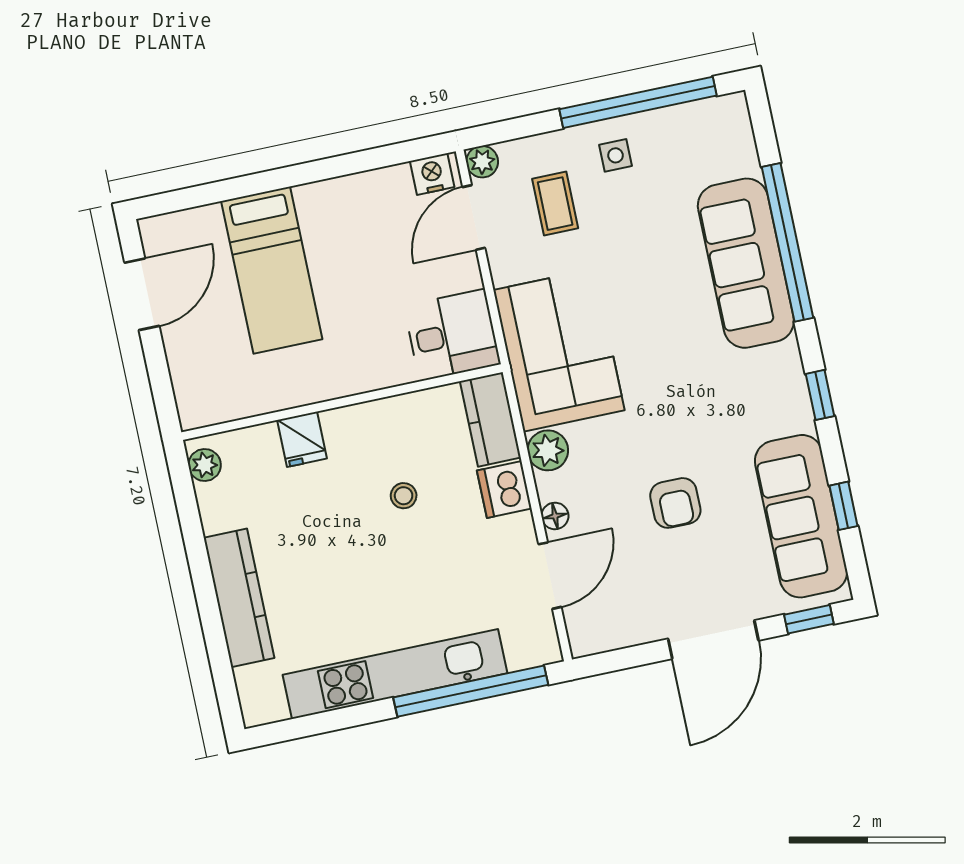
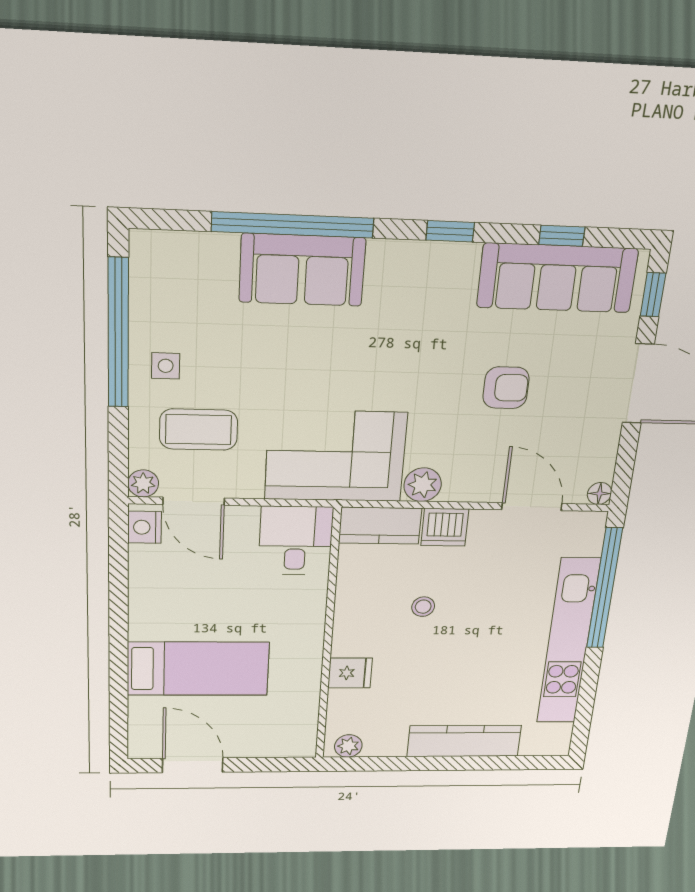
coffee table: (555, 204) -> (199, 430), width x1.36, depth x1.30
sofa: (746, 263) -> (302, 270), width x0.73
floor lamp: (555, 516) -> (599, 493), moved

